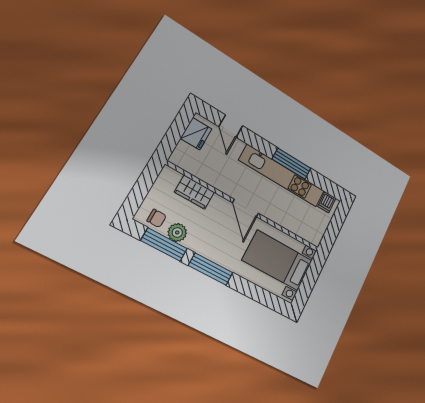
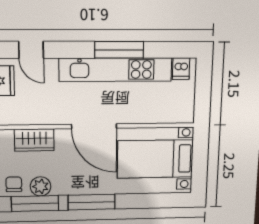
door: (245, 208) -> (94, 126), width x1.36
chair: (157, 218) -> (14, 184), turned -90

